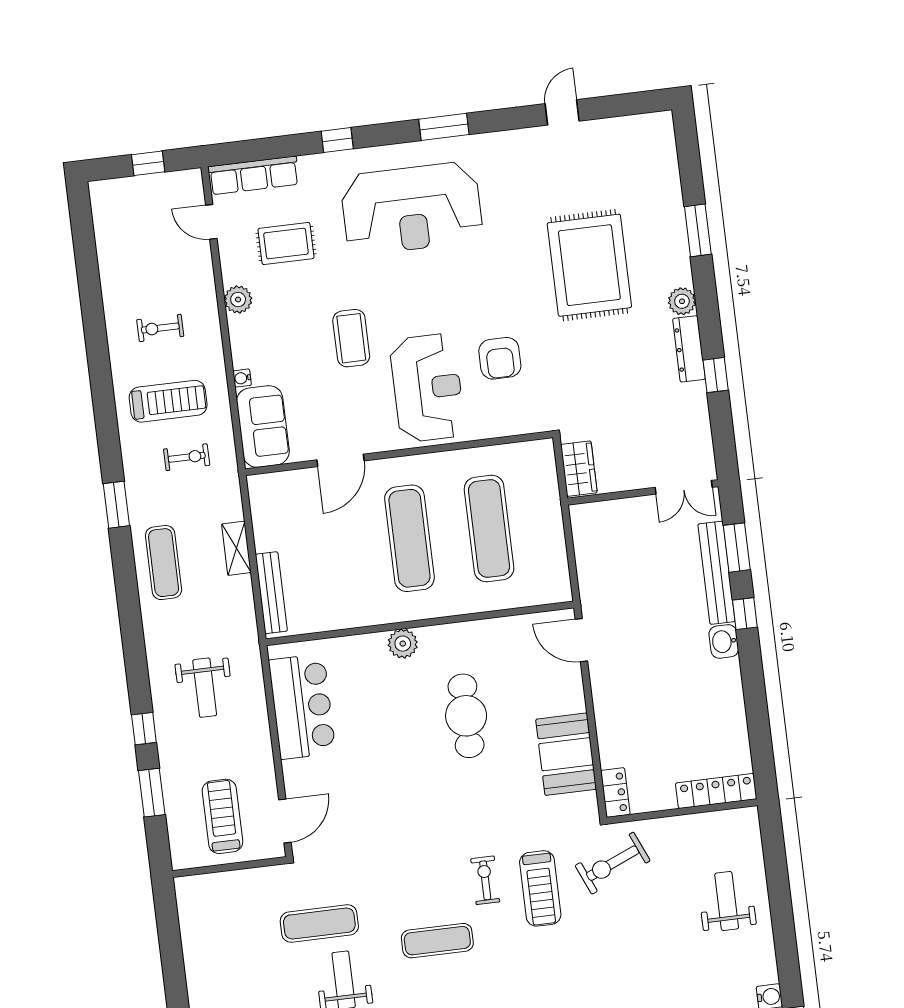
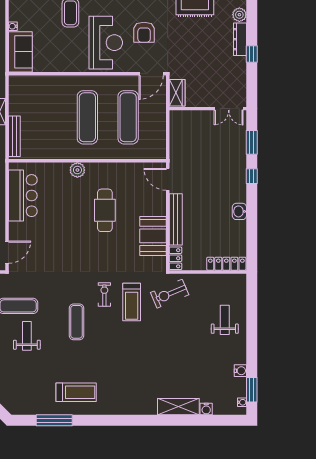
door: (340, 460) -> (151, 74), moved
bench: (716, 573) -> (176, 219), moved
washbasin: (724, 641) -> (239, 211), moved
exercise mat: (437, 941) -> (76, 322), turned 90

